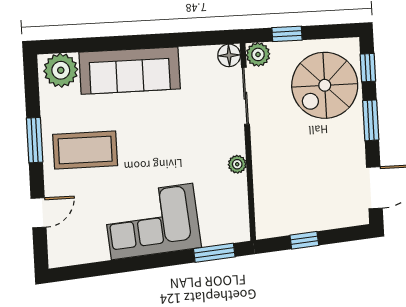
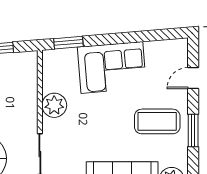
plant: (237, 164) -> (54, 105), width x1.87, depth x1.87

